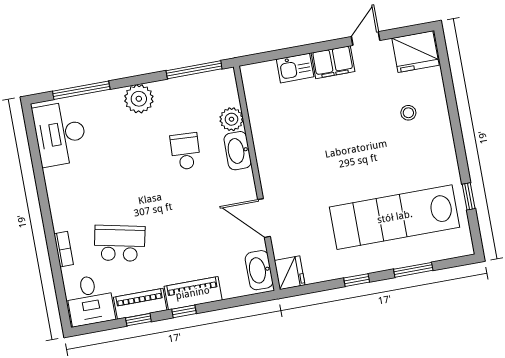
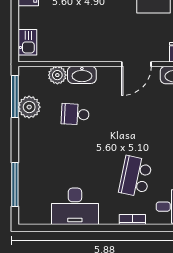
kitchen sink: (295, 68) -> (27, 42), moved
plant: (139, 99) -> (29, 107), moved
desk: (60, 134) -> (75, 206), moved

